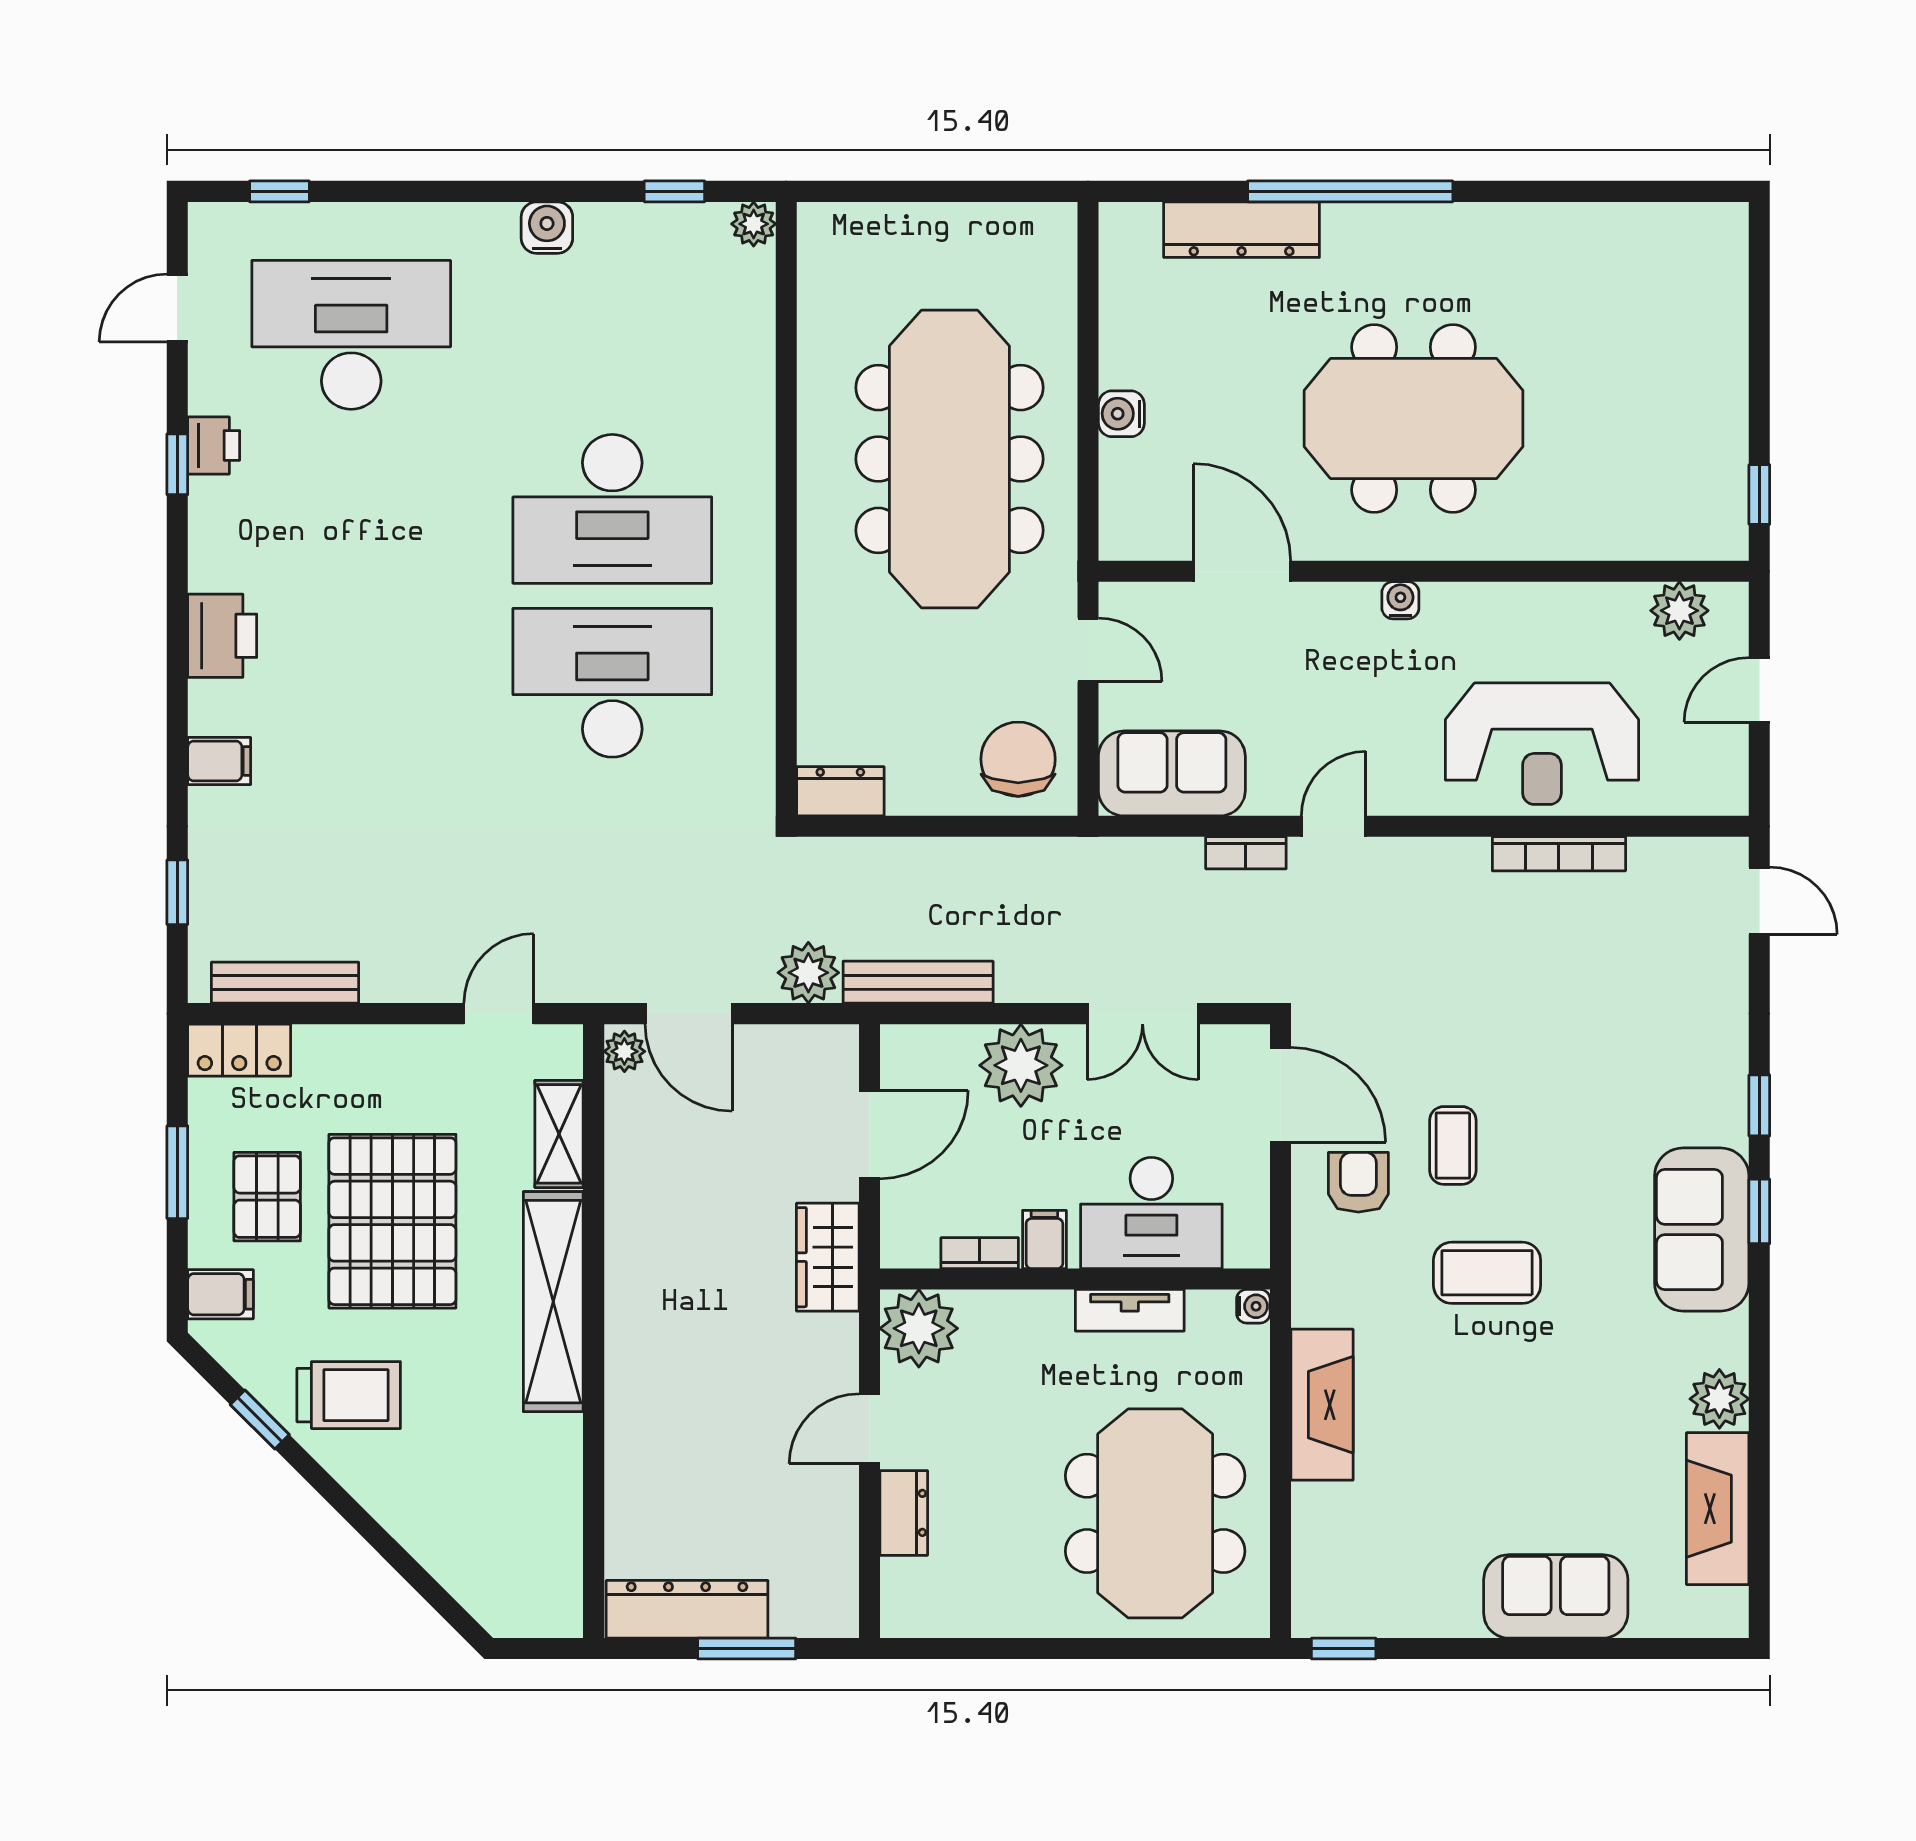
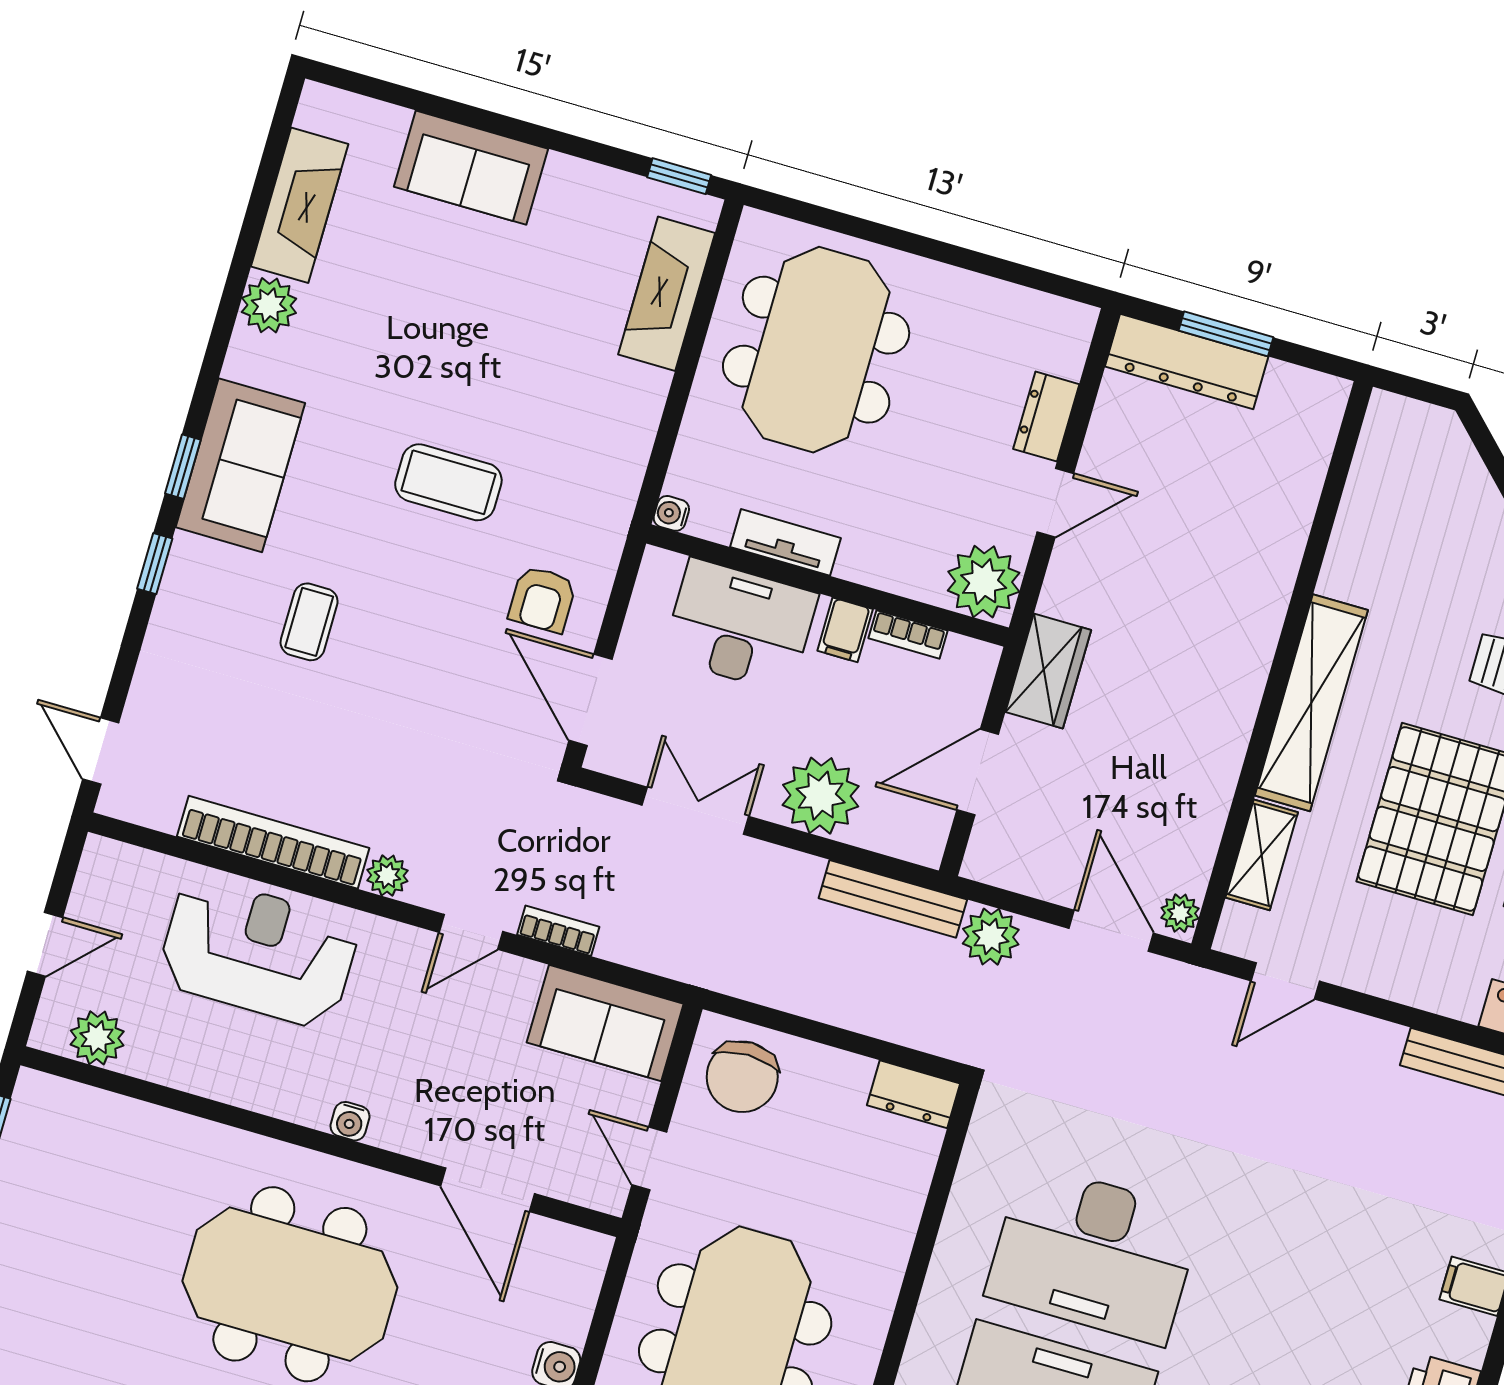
bookcase: (1559, 854) -> (273, 842), width x1.48, depth x1.31
plant: (1434, 859) -> (387, 876), added
coffee table: (1453, 1145) -> (309, 622), moved
fireplace: (1322, 1405) -> (667, 294), moved
dresser: (687, 1609) -> (1187, 362), moved

